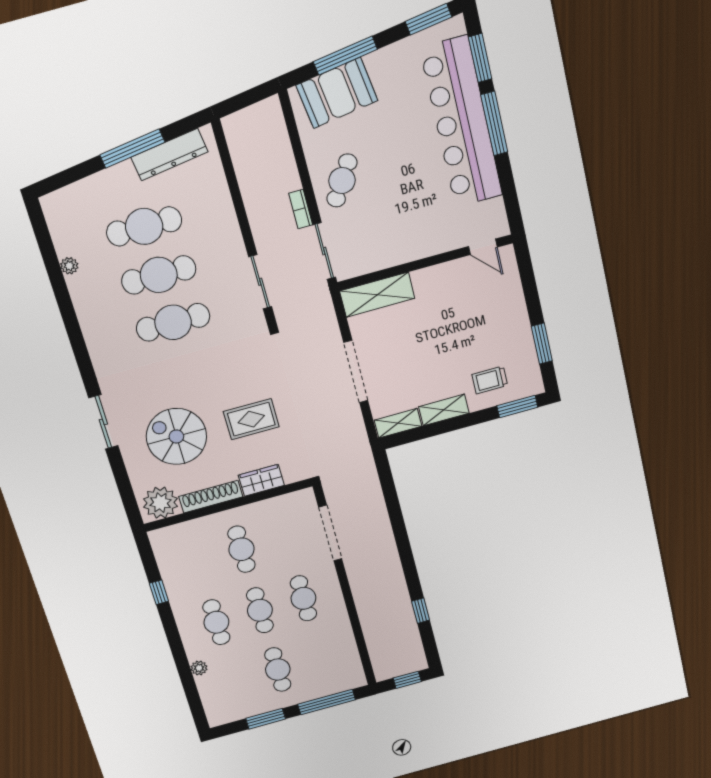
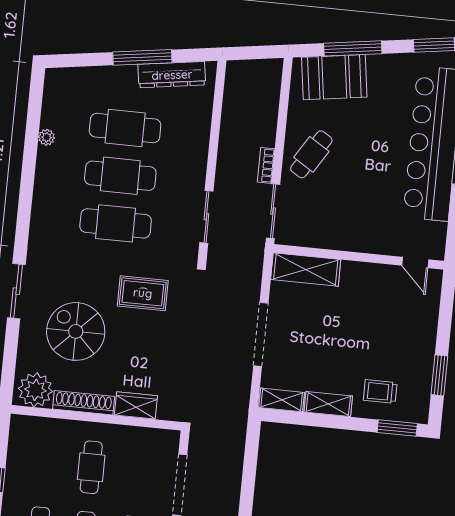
rug: (251, 419) -> (143, 293), moved

